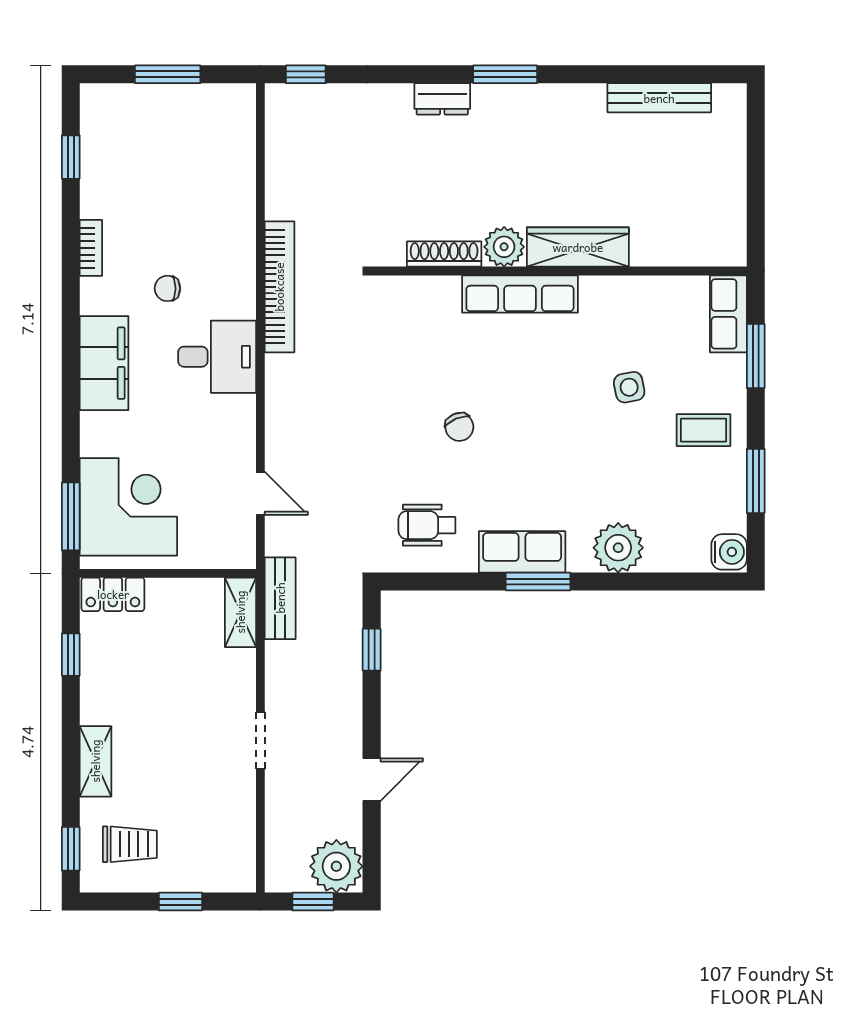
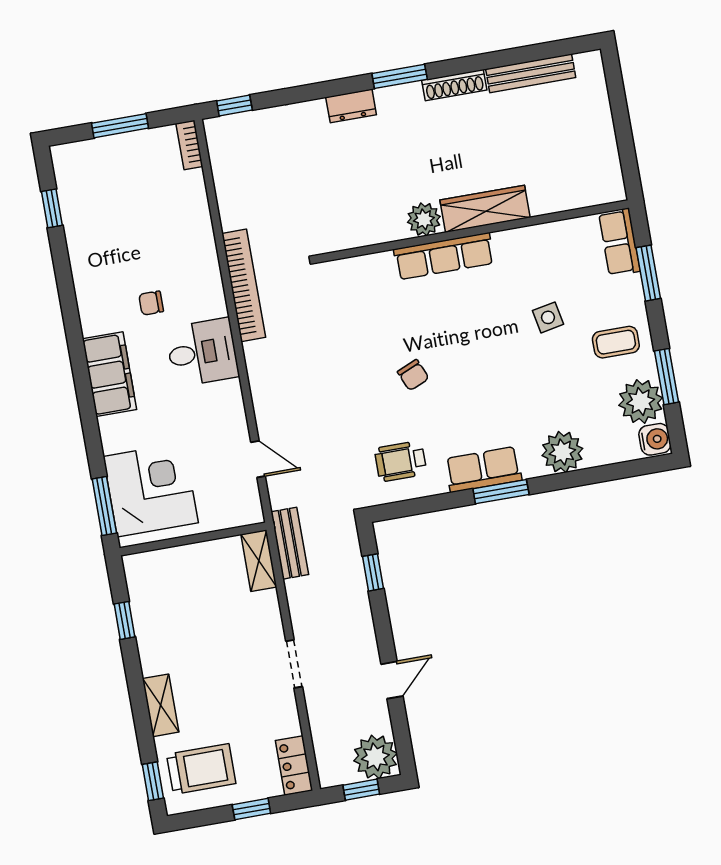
bookcase: (91, 248) -> (189, 145), moved, turned 180
shoe rack: (444, 254) -> (454, 85), moved, turned 180
plant: (720, 505) -> (641, 402), added
locker: (113, 594) -> (294, 766), moved, turned 90
trolley: (130, 844) -> (201, 769), width x1.36, depth x1.39

